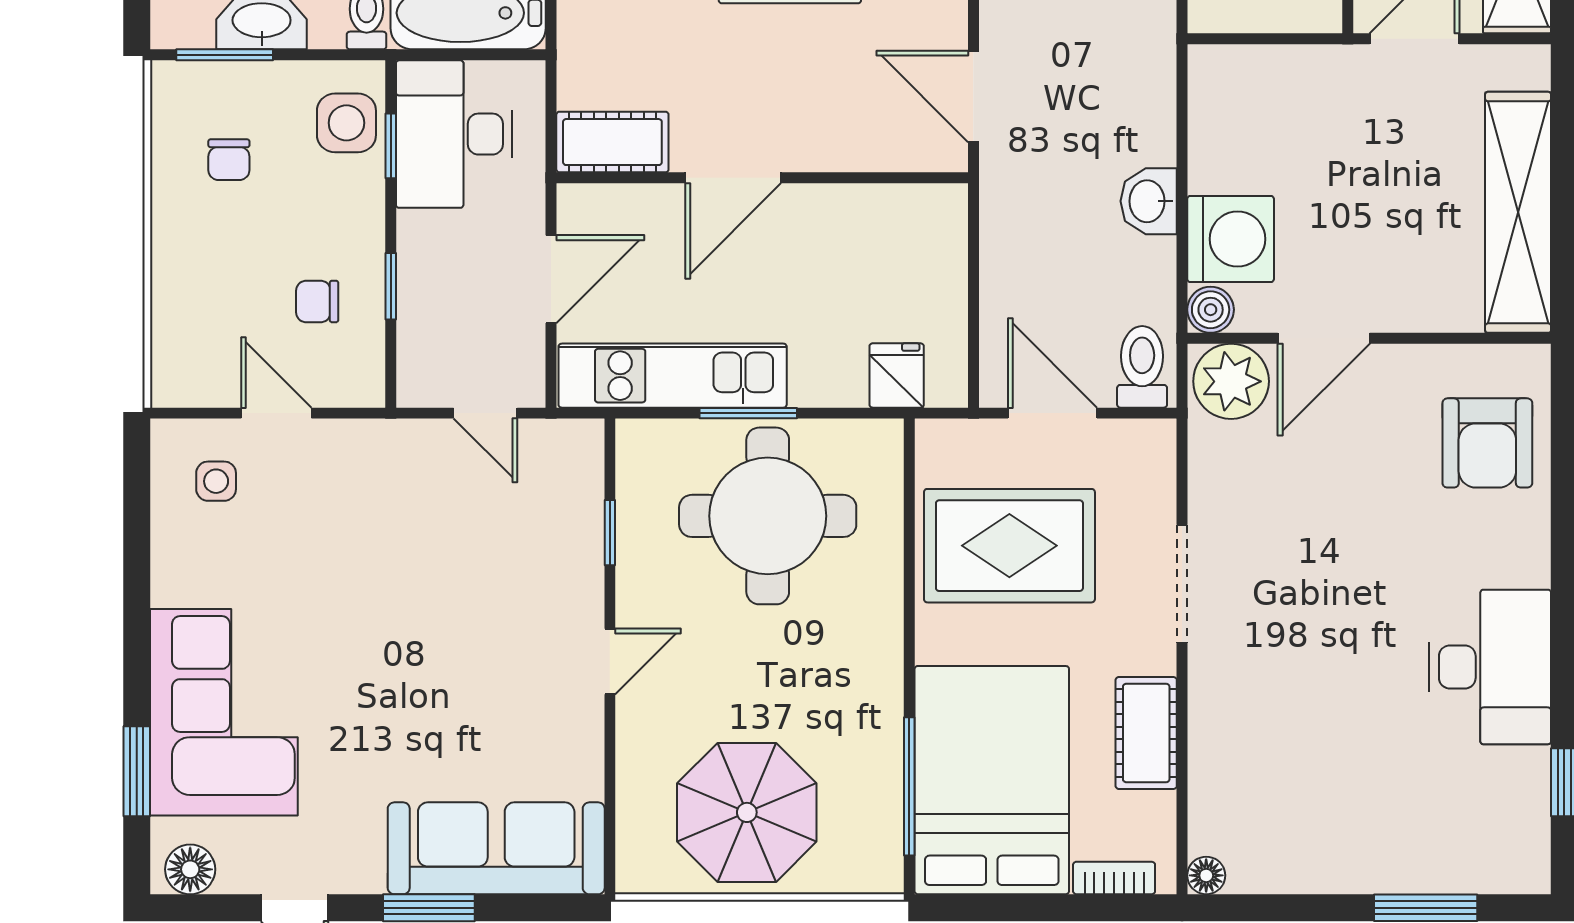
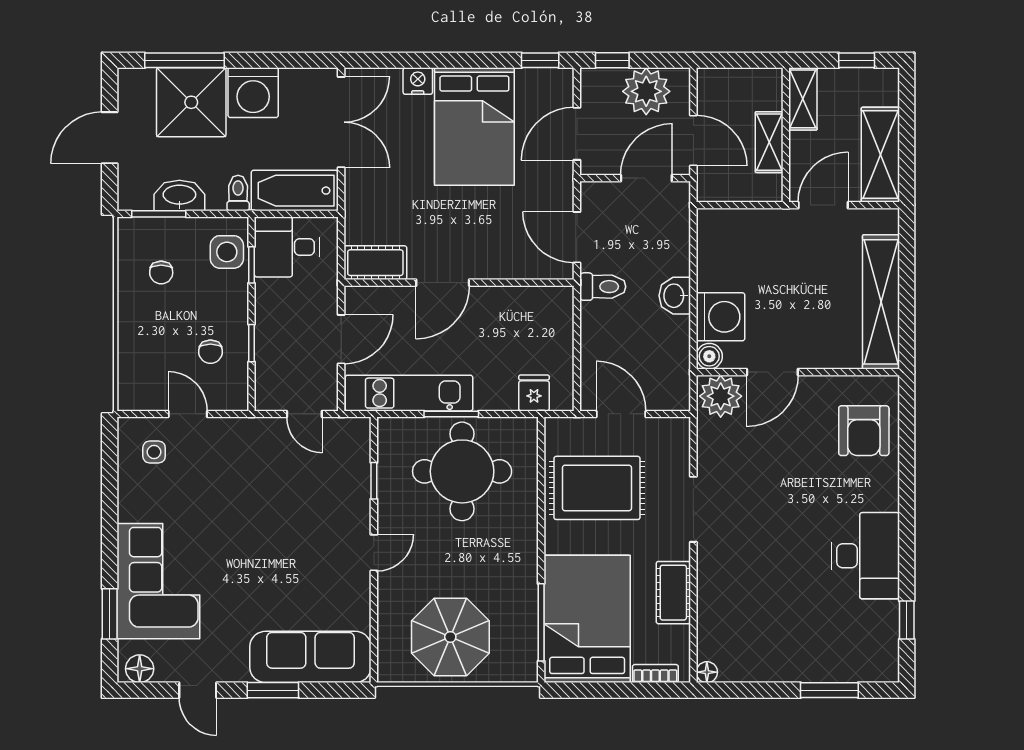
desk: (454, 134) -> (287, 247), width x0.73
chair: (317, 301) -> (210, 352), turned -90
toilet: (1142, 367) -> (603, 287), moved, turned 90

